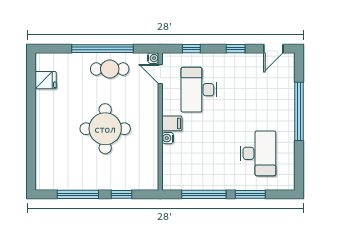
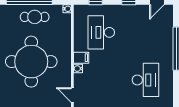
door: (160, 74) -> (72, 95), moved
round table: (105, 129) -> (31, 62), width x1.36, depth x1.36

